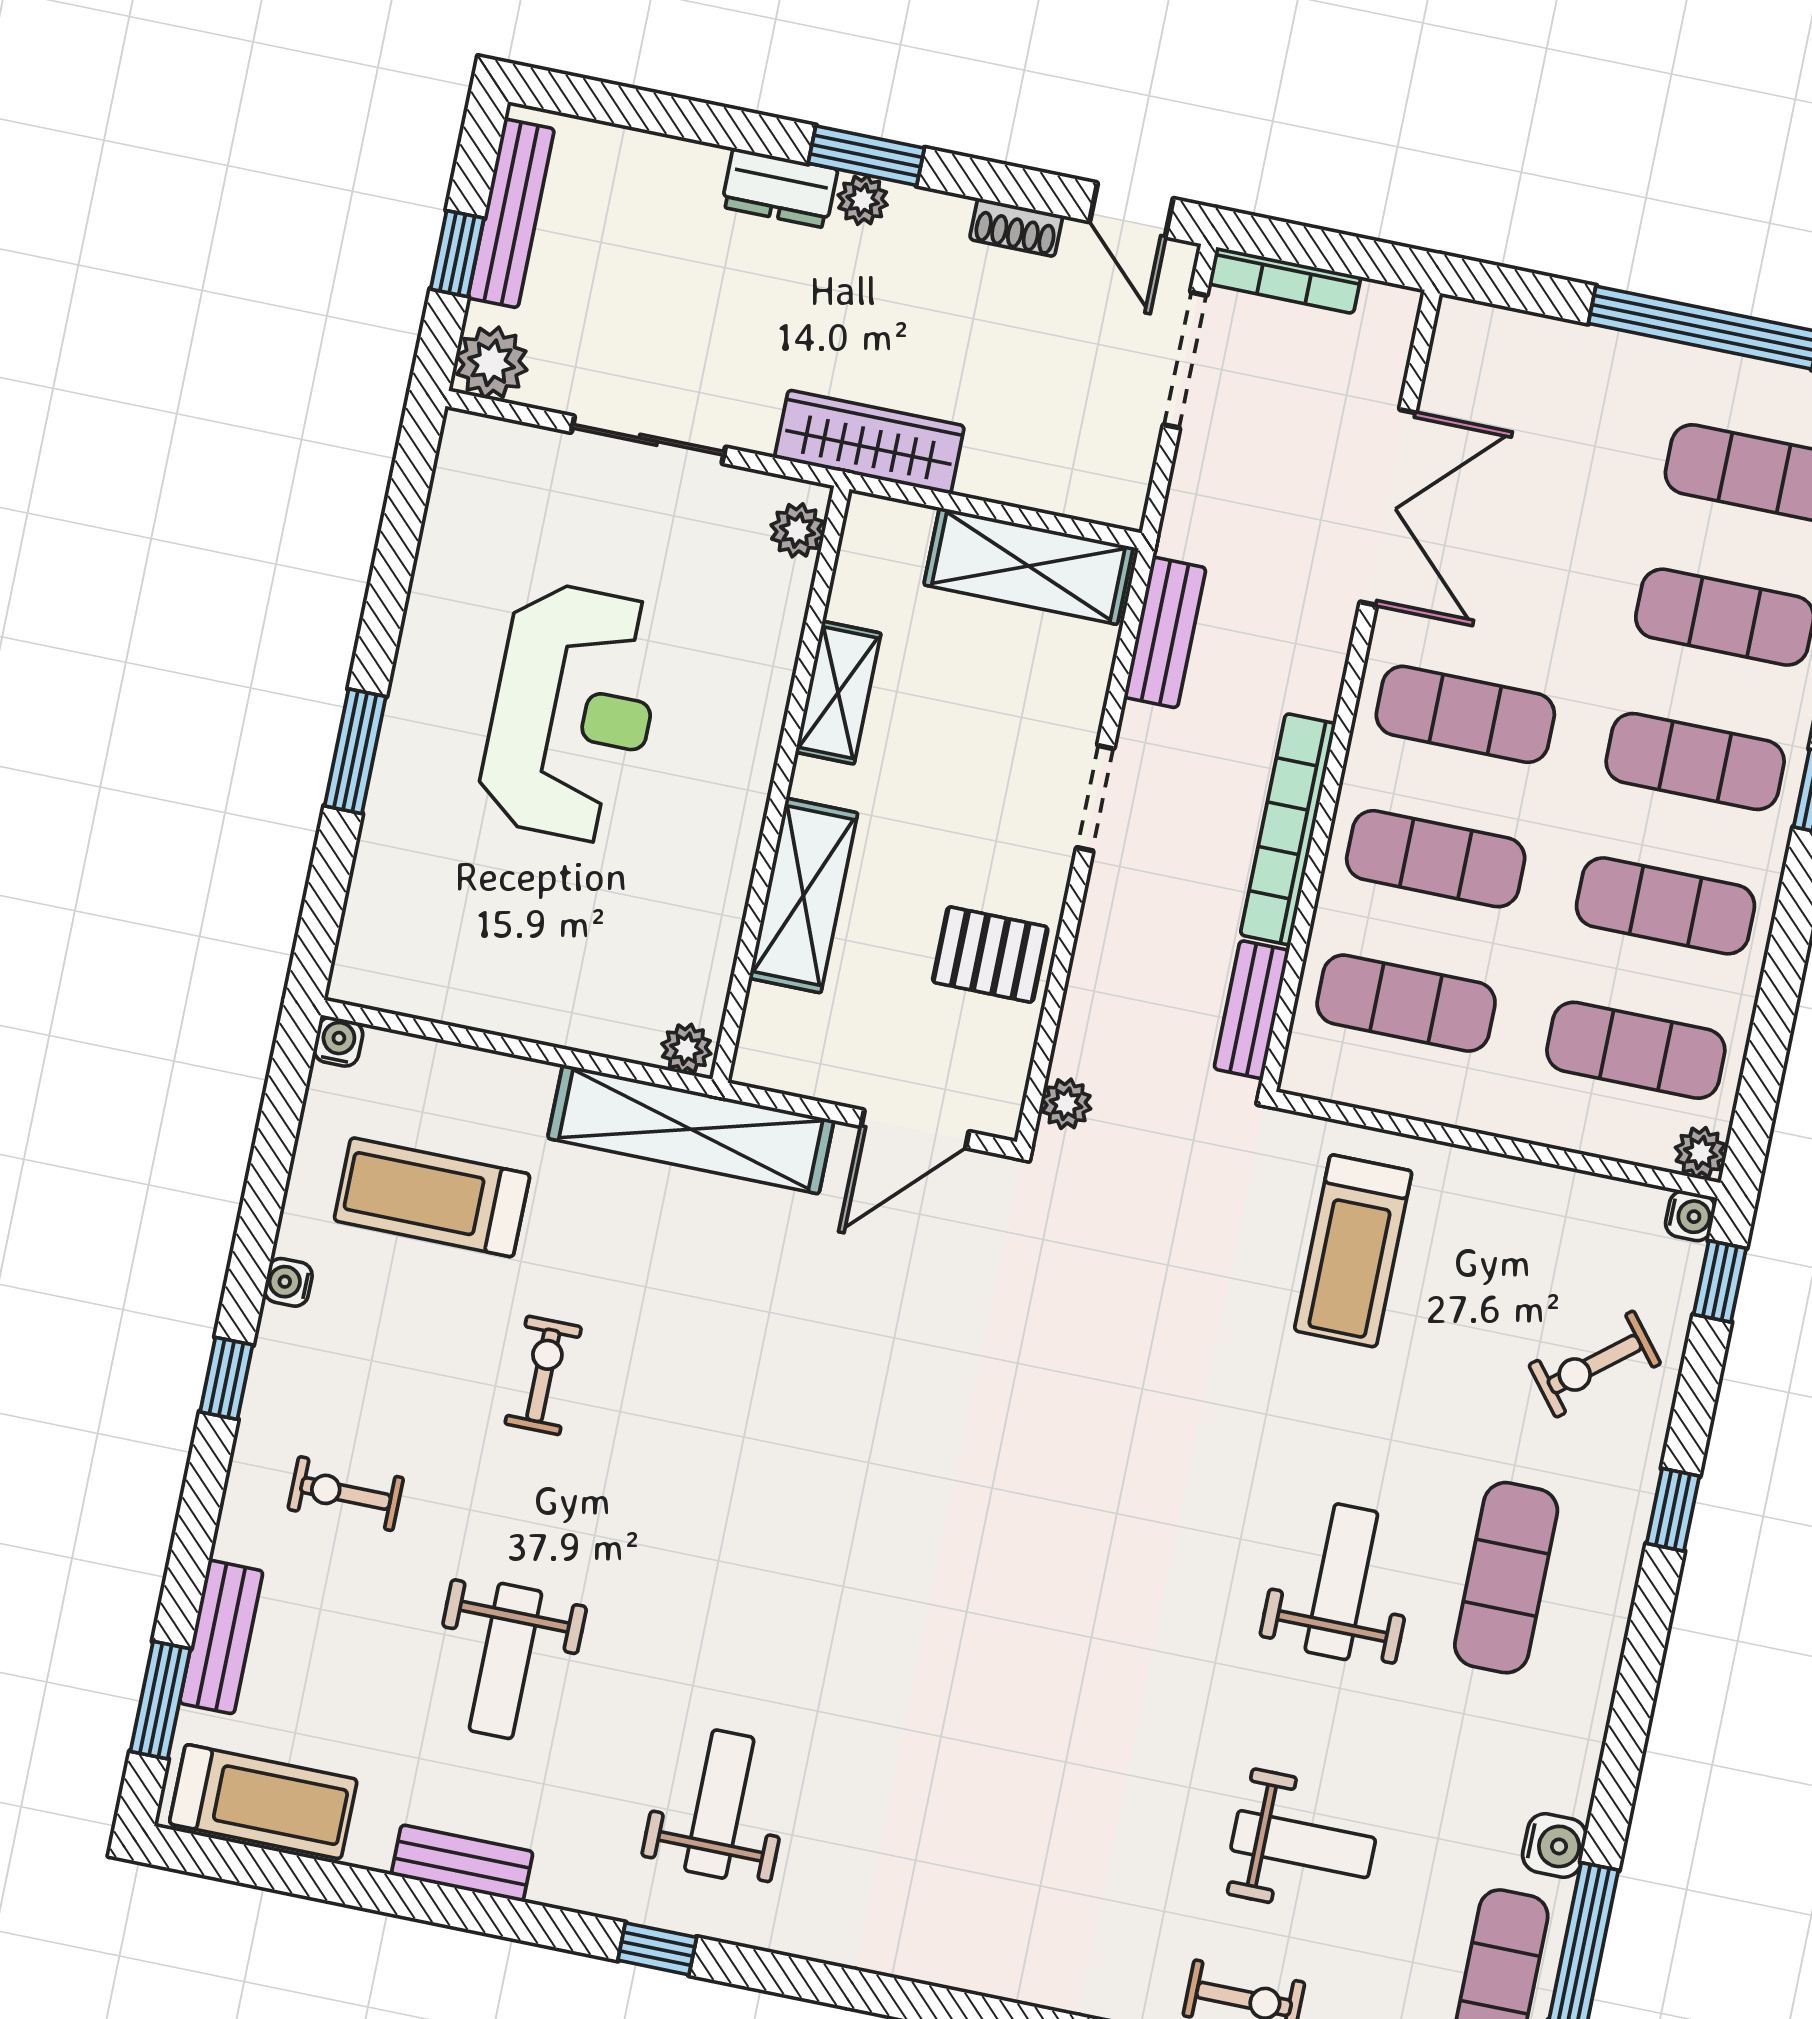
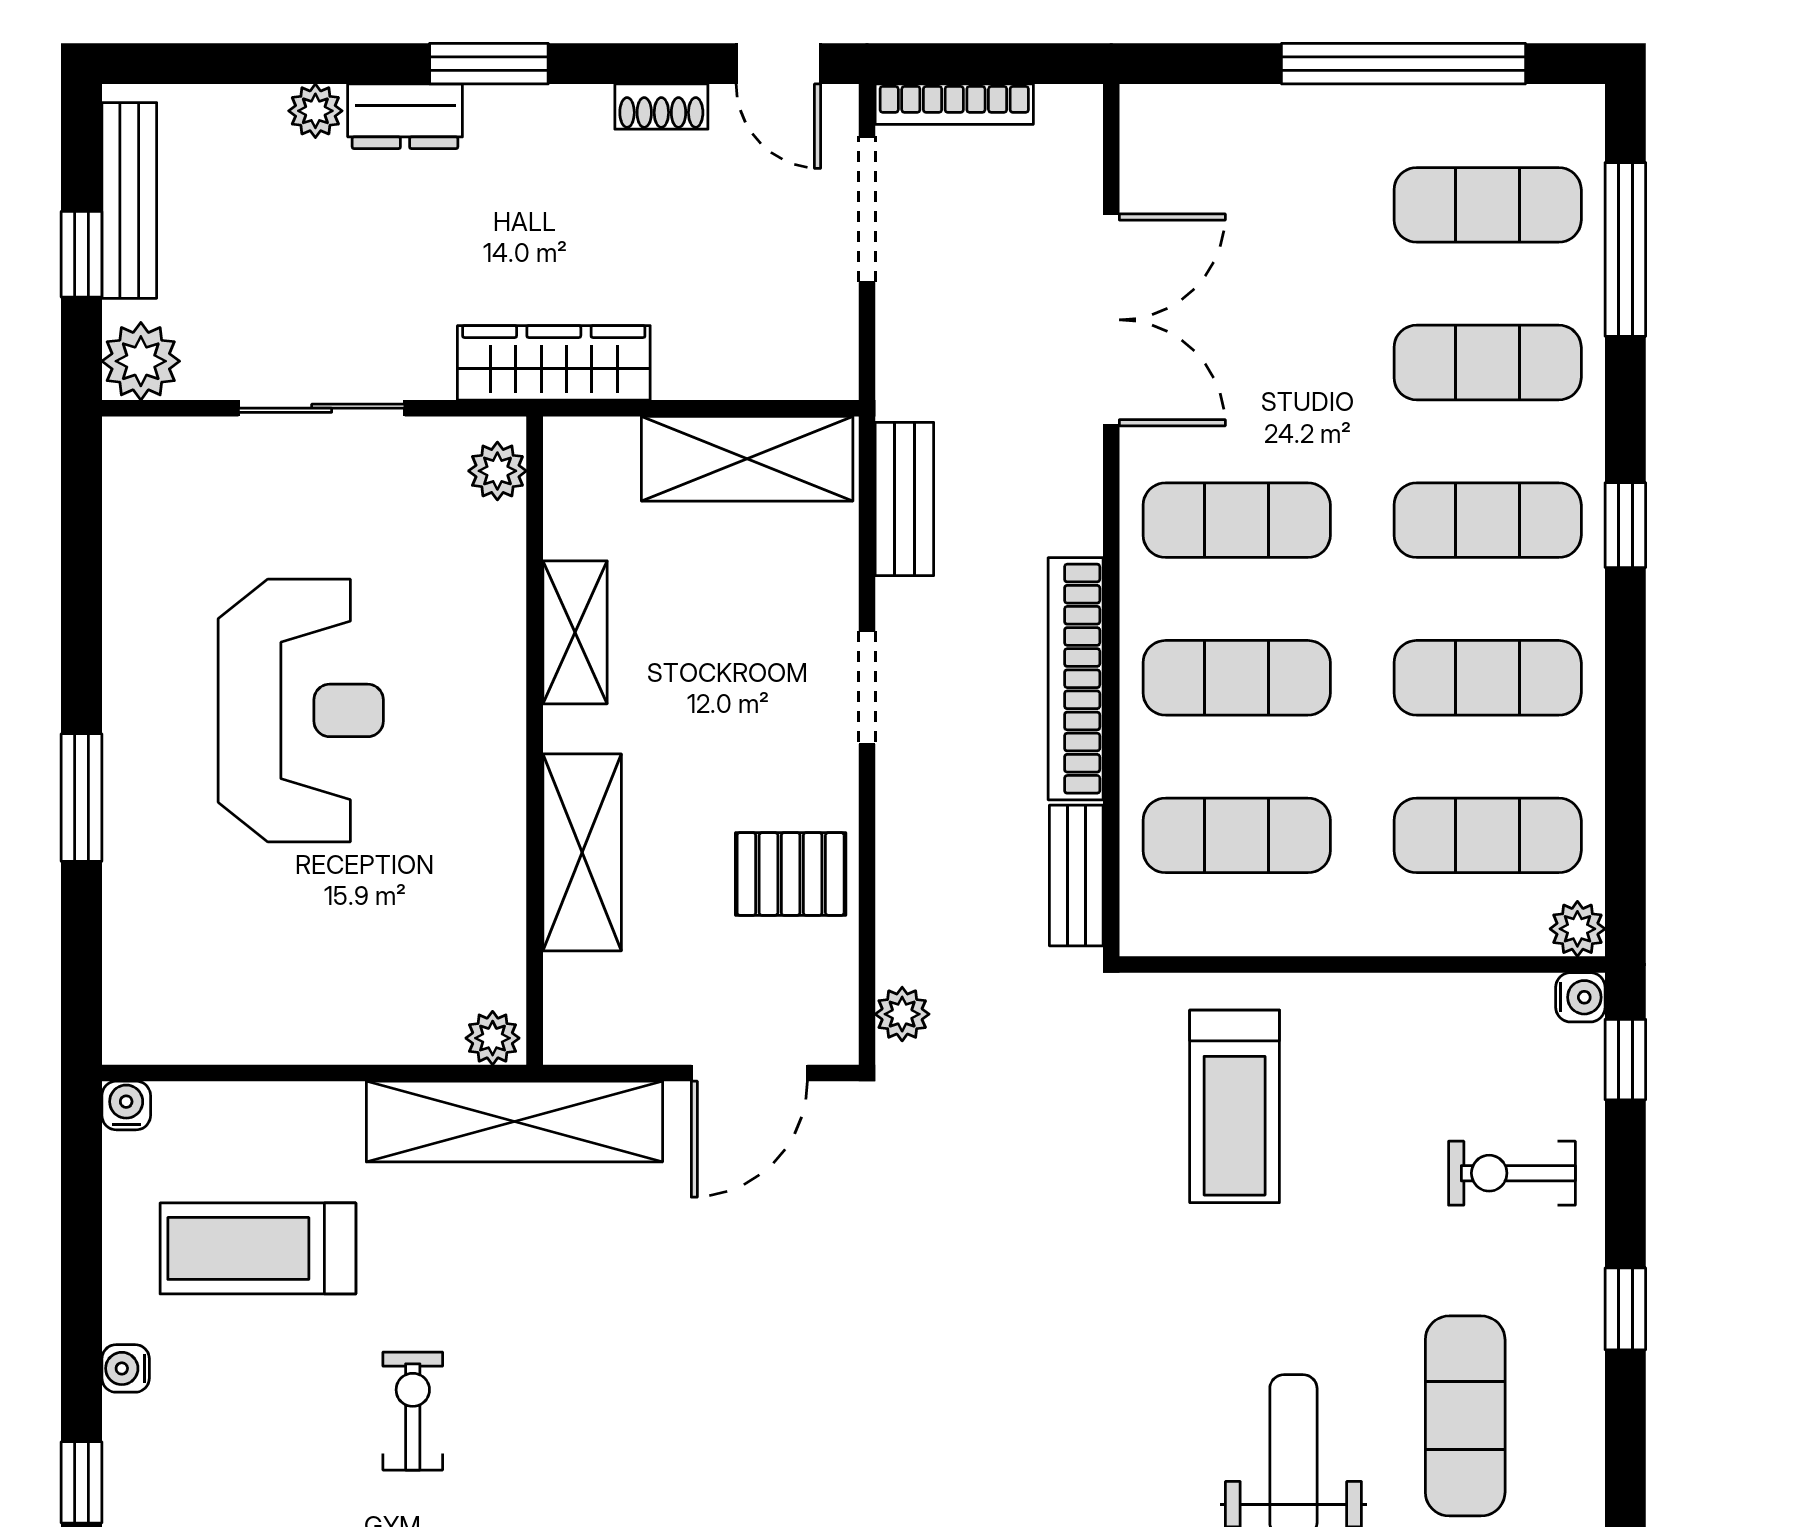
plant: (863, 200) -> (315, 111), moved
exercise bike: (1595, 1364) -> (1512, 1173), turned 39

